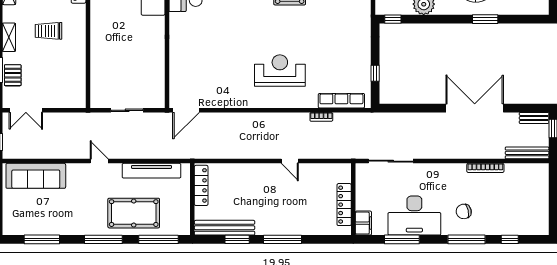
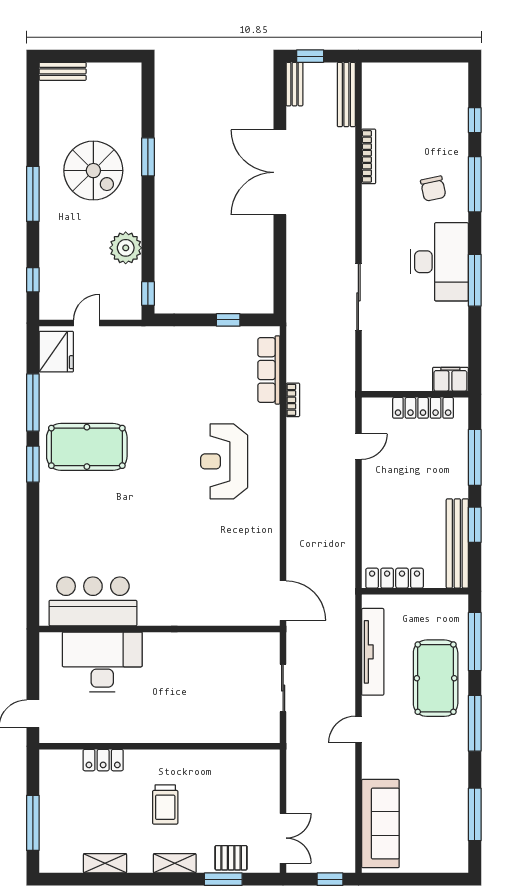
wall: (353, 199) -> (415, 394), moved
locker: (344, 205) -> (423, 408), moved
filing cabinet: (363, 223) -> (450, 379), moved

